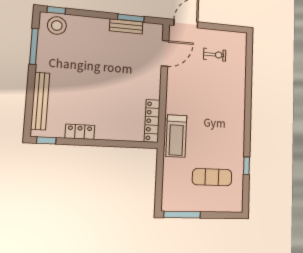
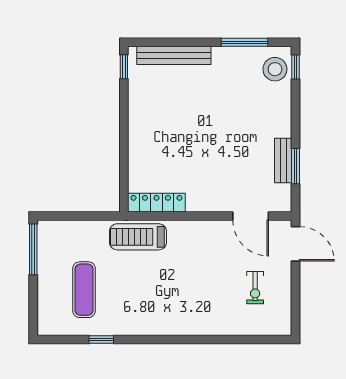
locker: (80, 132) -> (137, 108), removed

